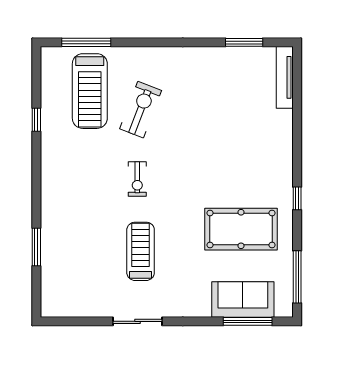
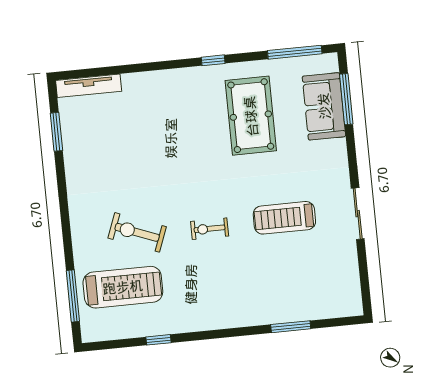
exercise bike: (137, 179) -> (210, 229), turned 180

